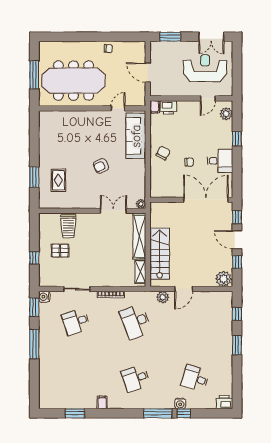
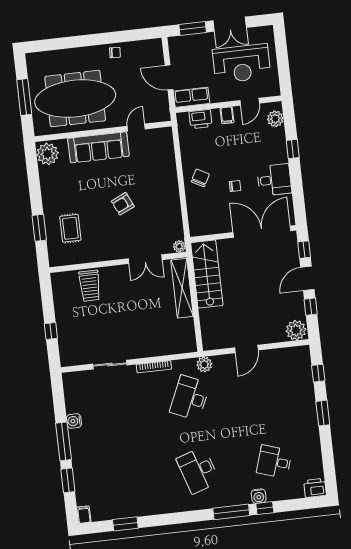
double door: (211, 37) -> (230, 24), moved
reception desk: (205, 68) -> (242, 64), turned 180
row of seats: (163, 90) -> (192, 97), added
filing cabinet: (155, 107) -> (227, 115), moved
plant: (47, 121) -> (48, 154), added
sofa: (136, 136) -> (98, 147), moved, turned -90
double door: (113, 211) -> (145, 259), swing flipped
door: (237, 240) -> (307, 278), hinge flipped
pallet: (60, 251) -> (83, 318), removed
stairs: (160, 254) -> (207, 274), moved
shelving: (140, 272) -> (188, 333), removed
water cooler: (44, 297) -> (74, 421), moved
plant: (163, 297) -> (204, 364), moved
window: (34, 307) -> (68, 480), moved
desk: (76, 322) -> (114, 407), removed
desk: (136, 322) -> (190, 398), turned 45
desk: (136, 378) -> (198, 470), width x1.37
filing cabinet: (102, 402) -> (84, 515), moved

